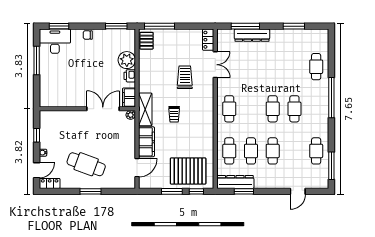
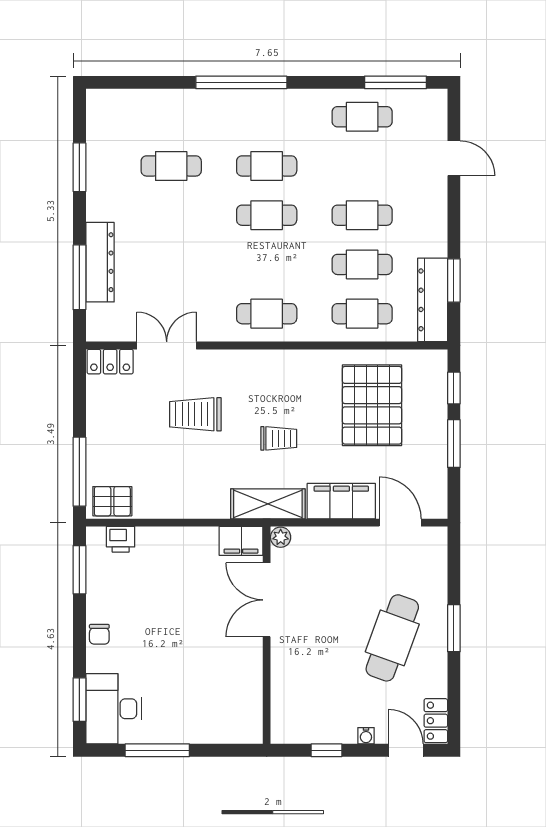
plant: (127, 60) -> (156, 546), removed
cafe table: (316, 67) -> (171, 166), moved
printer: (130, 76) -> (121, 539), moved
pallet: (188, 171) -> (372, 405), moved

